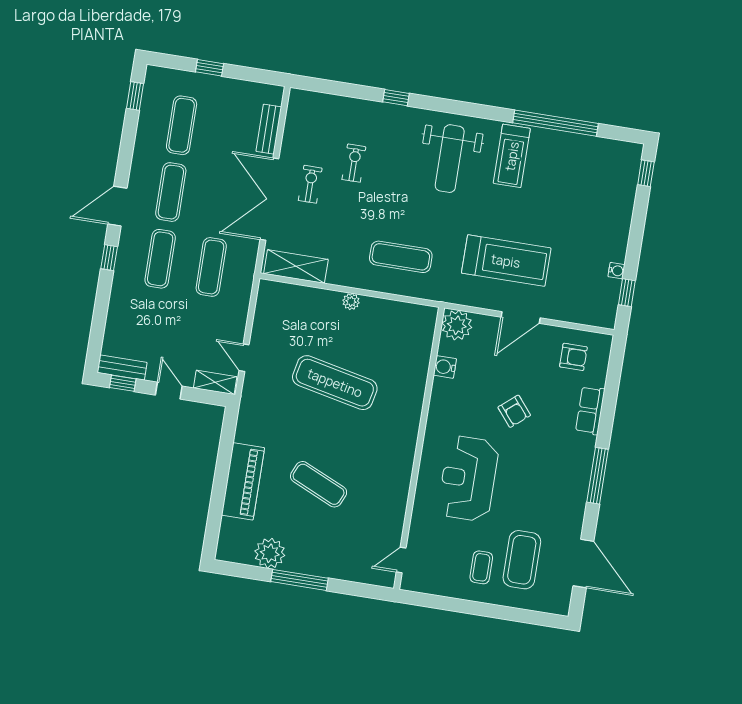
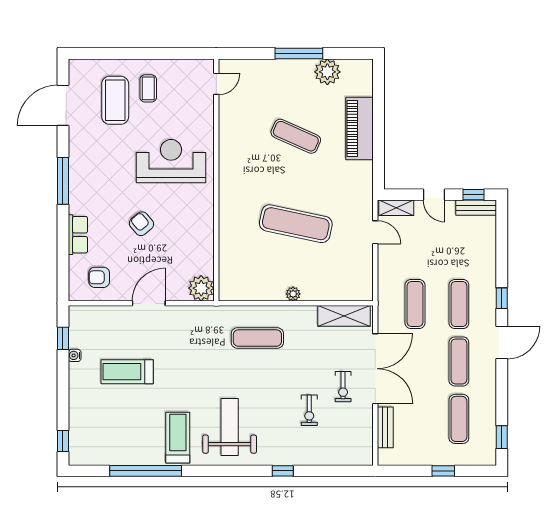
treadmill: (506, 261) -> (127, 372), moved, width x0.73, depth x0.73
water cooler: (445, 367) -> (206, 252), removed
reception desk: (468, 479) -> (171, 161), turned -90
door: (583, 563) -> (63, 105), hinge flipped

